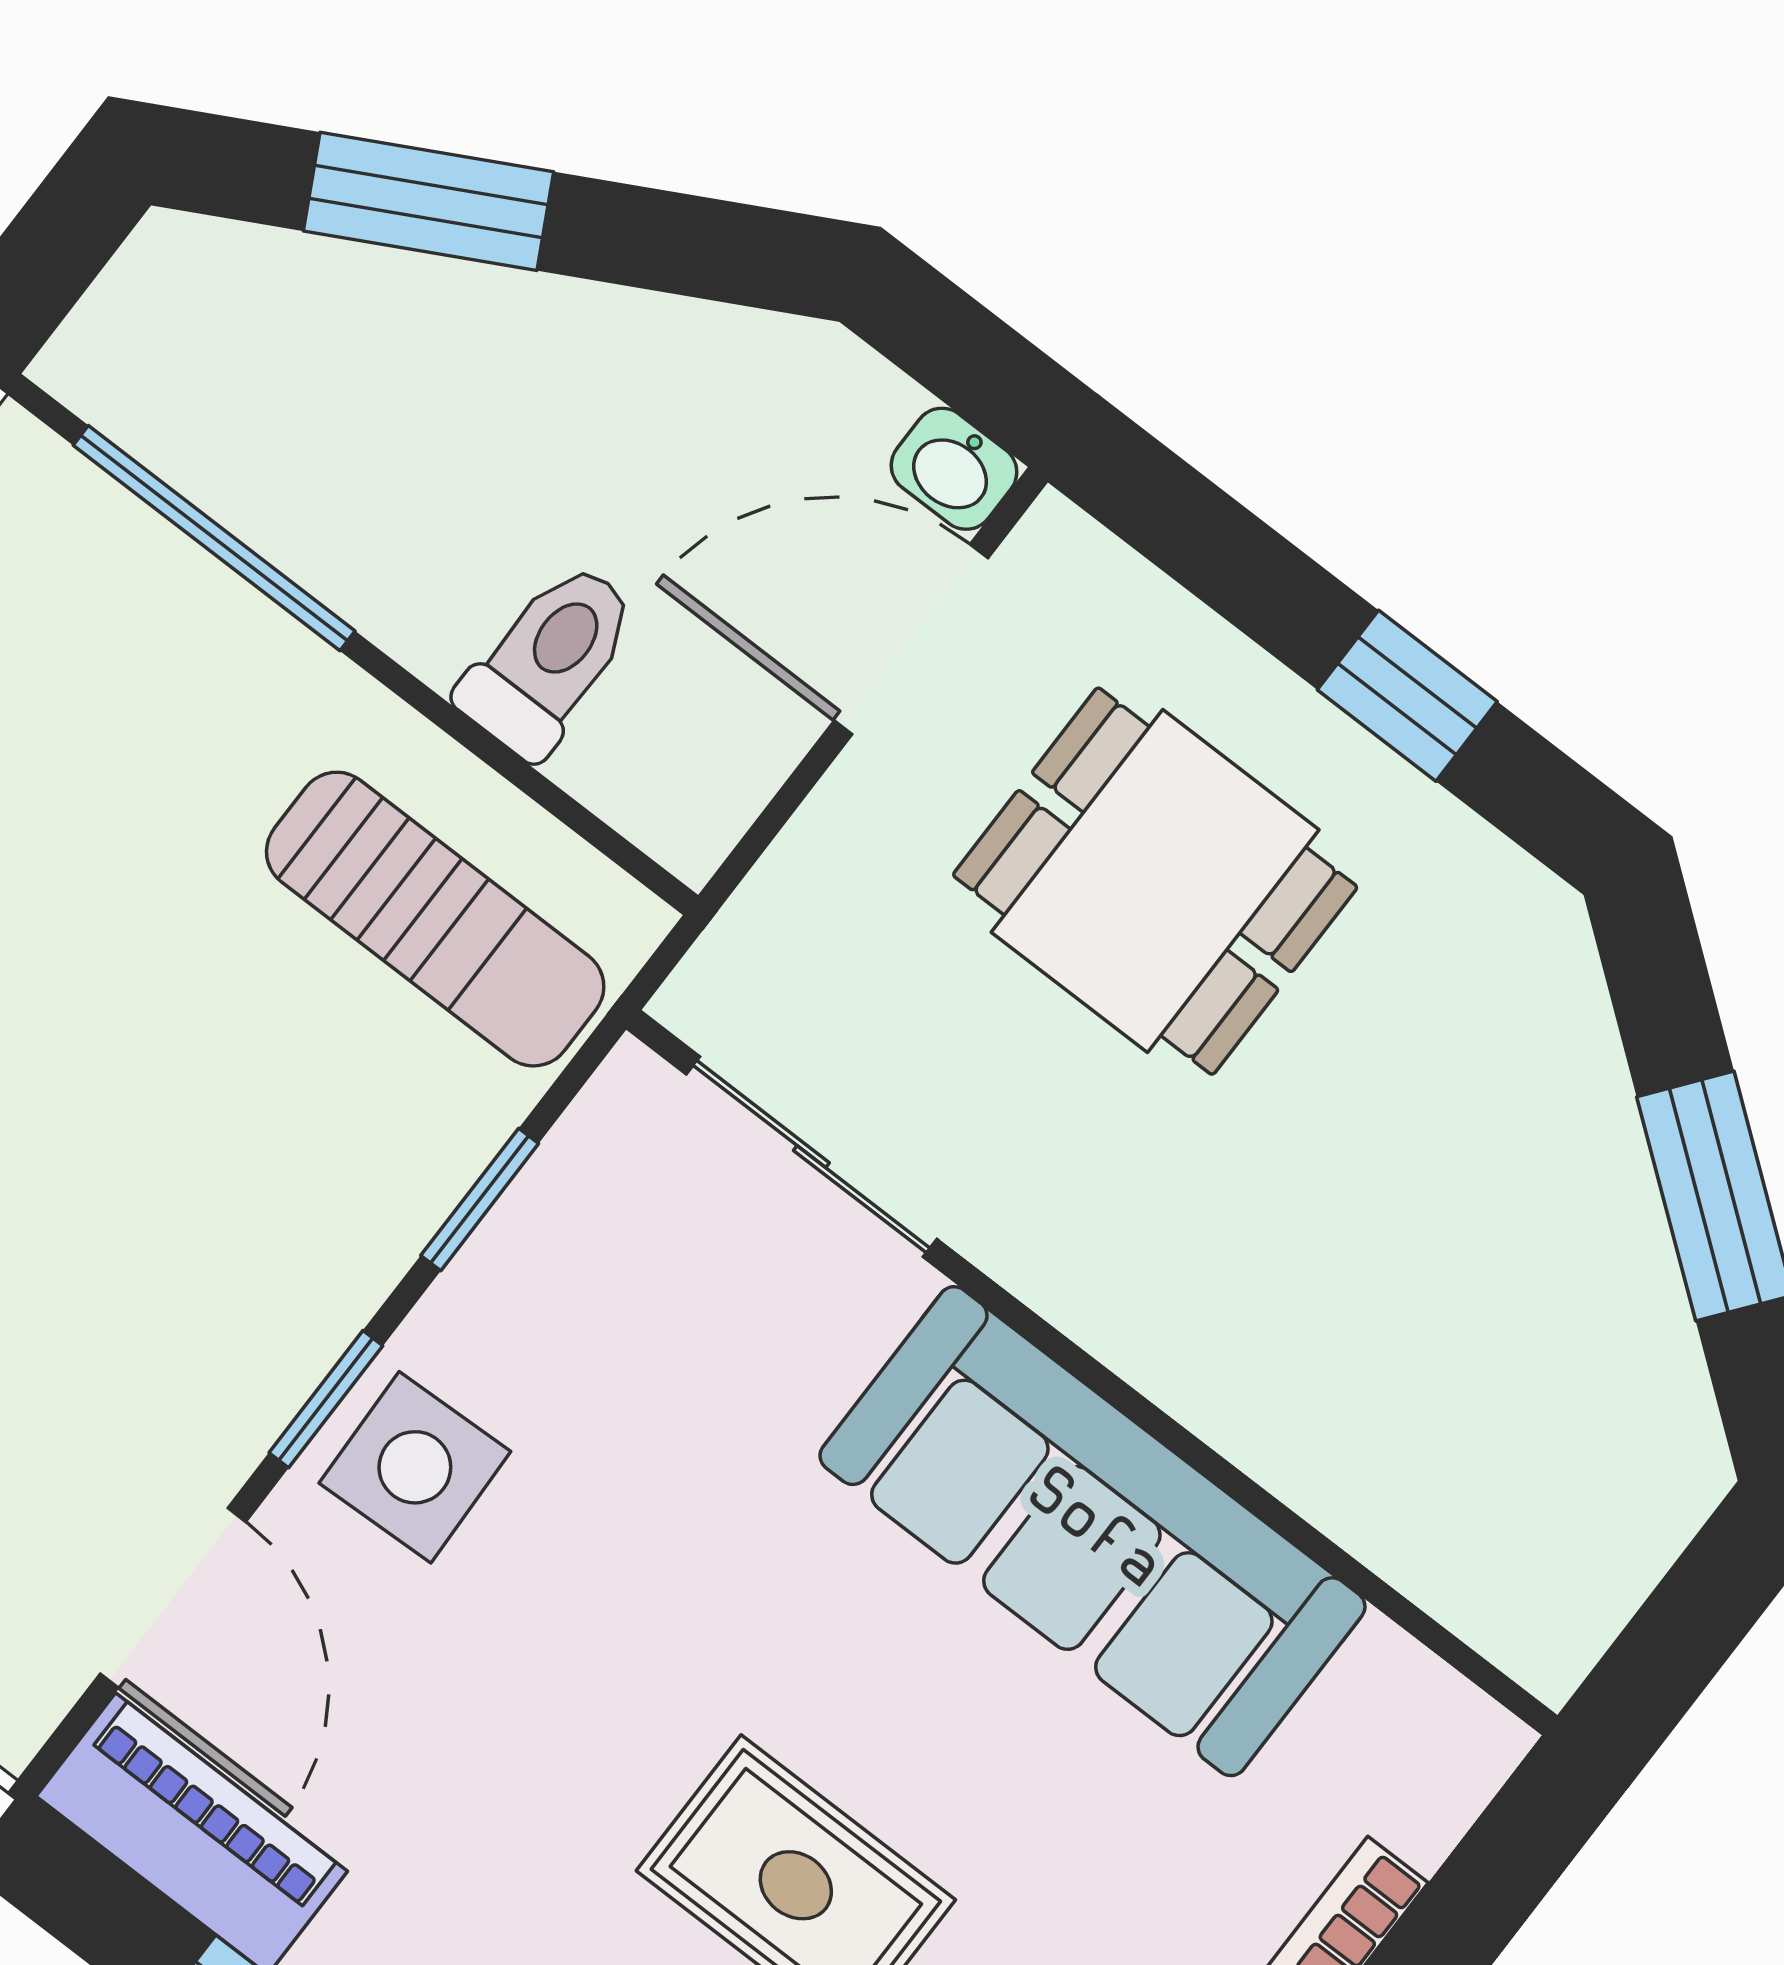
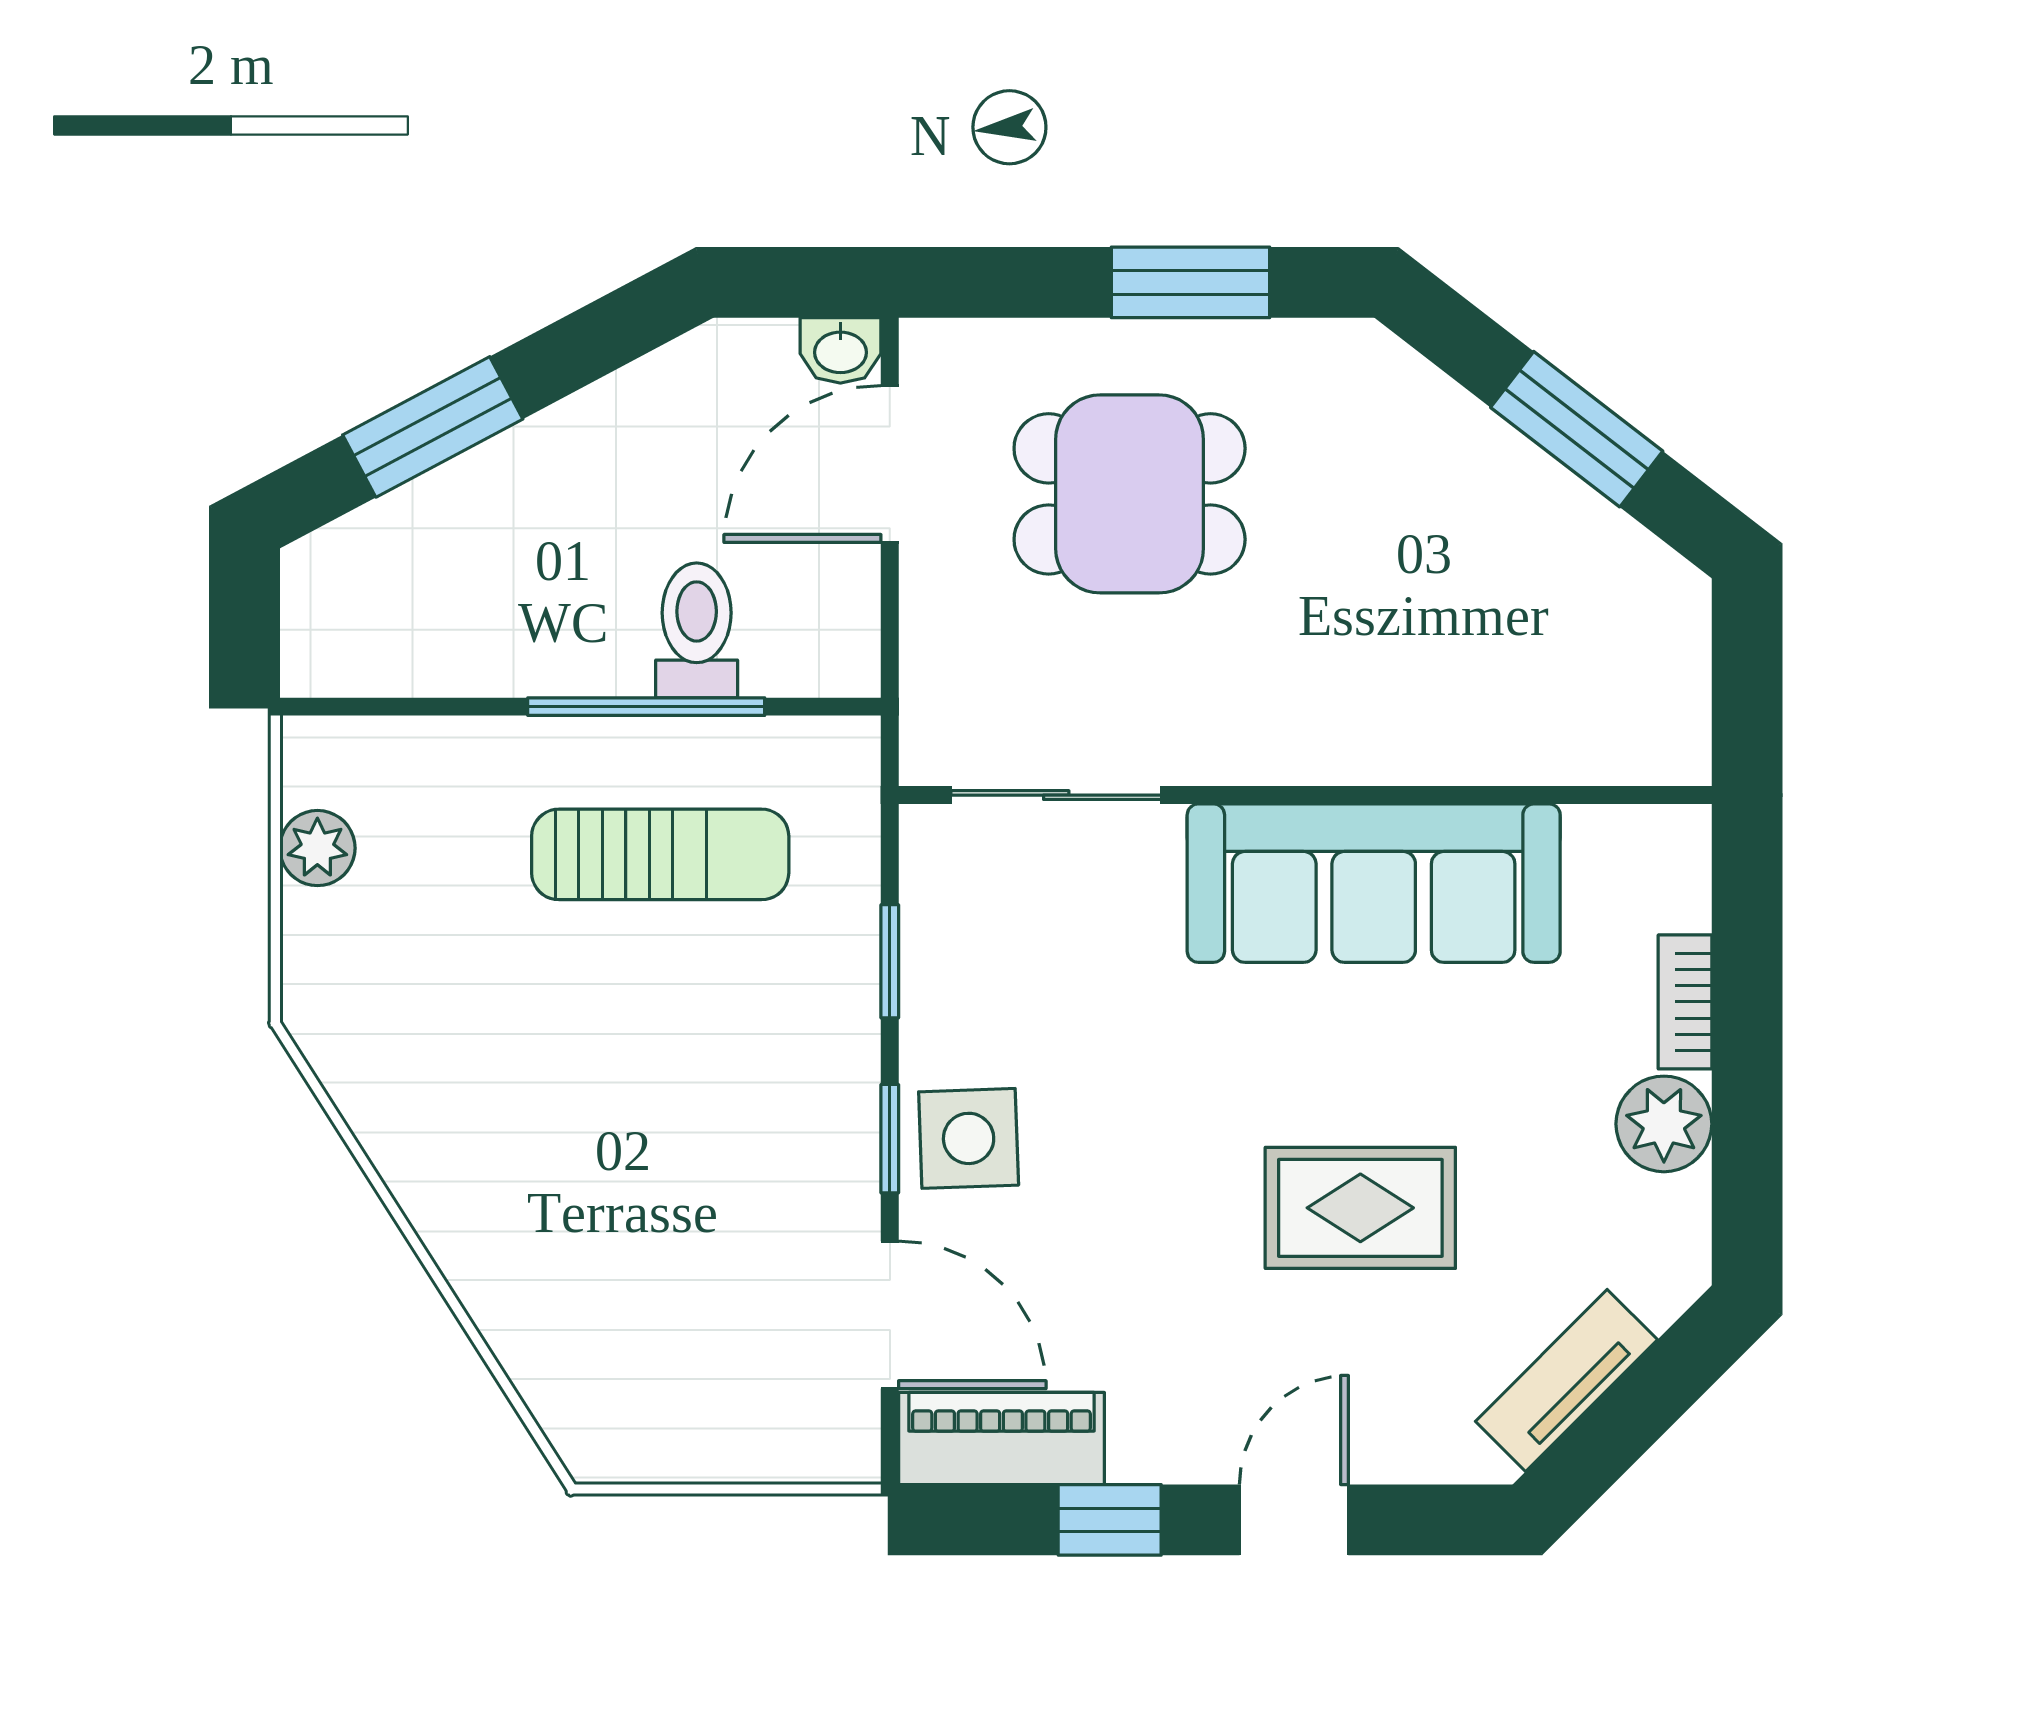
window: (214, 538) -> (646, 707), moved
window: (1407, 696) -> (1190, 282), width x1.50
sun lounger: (435, 919) -> (660, 854), moved

